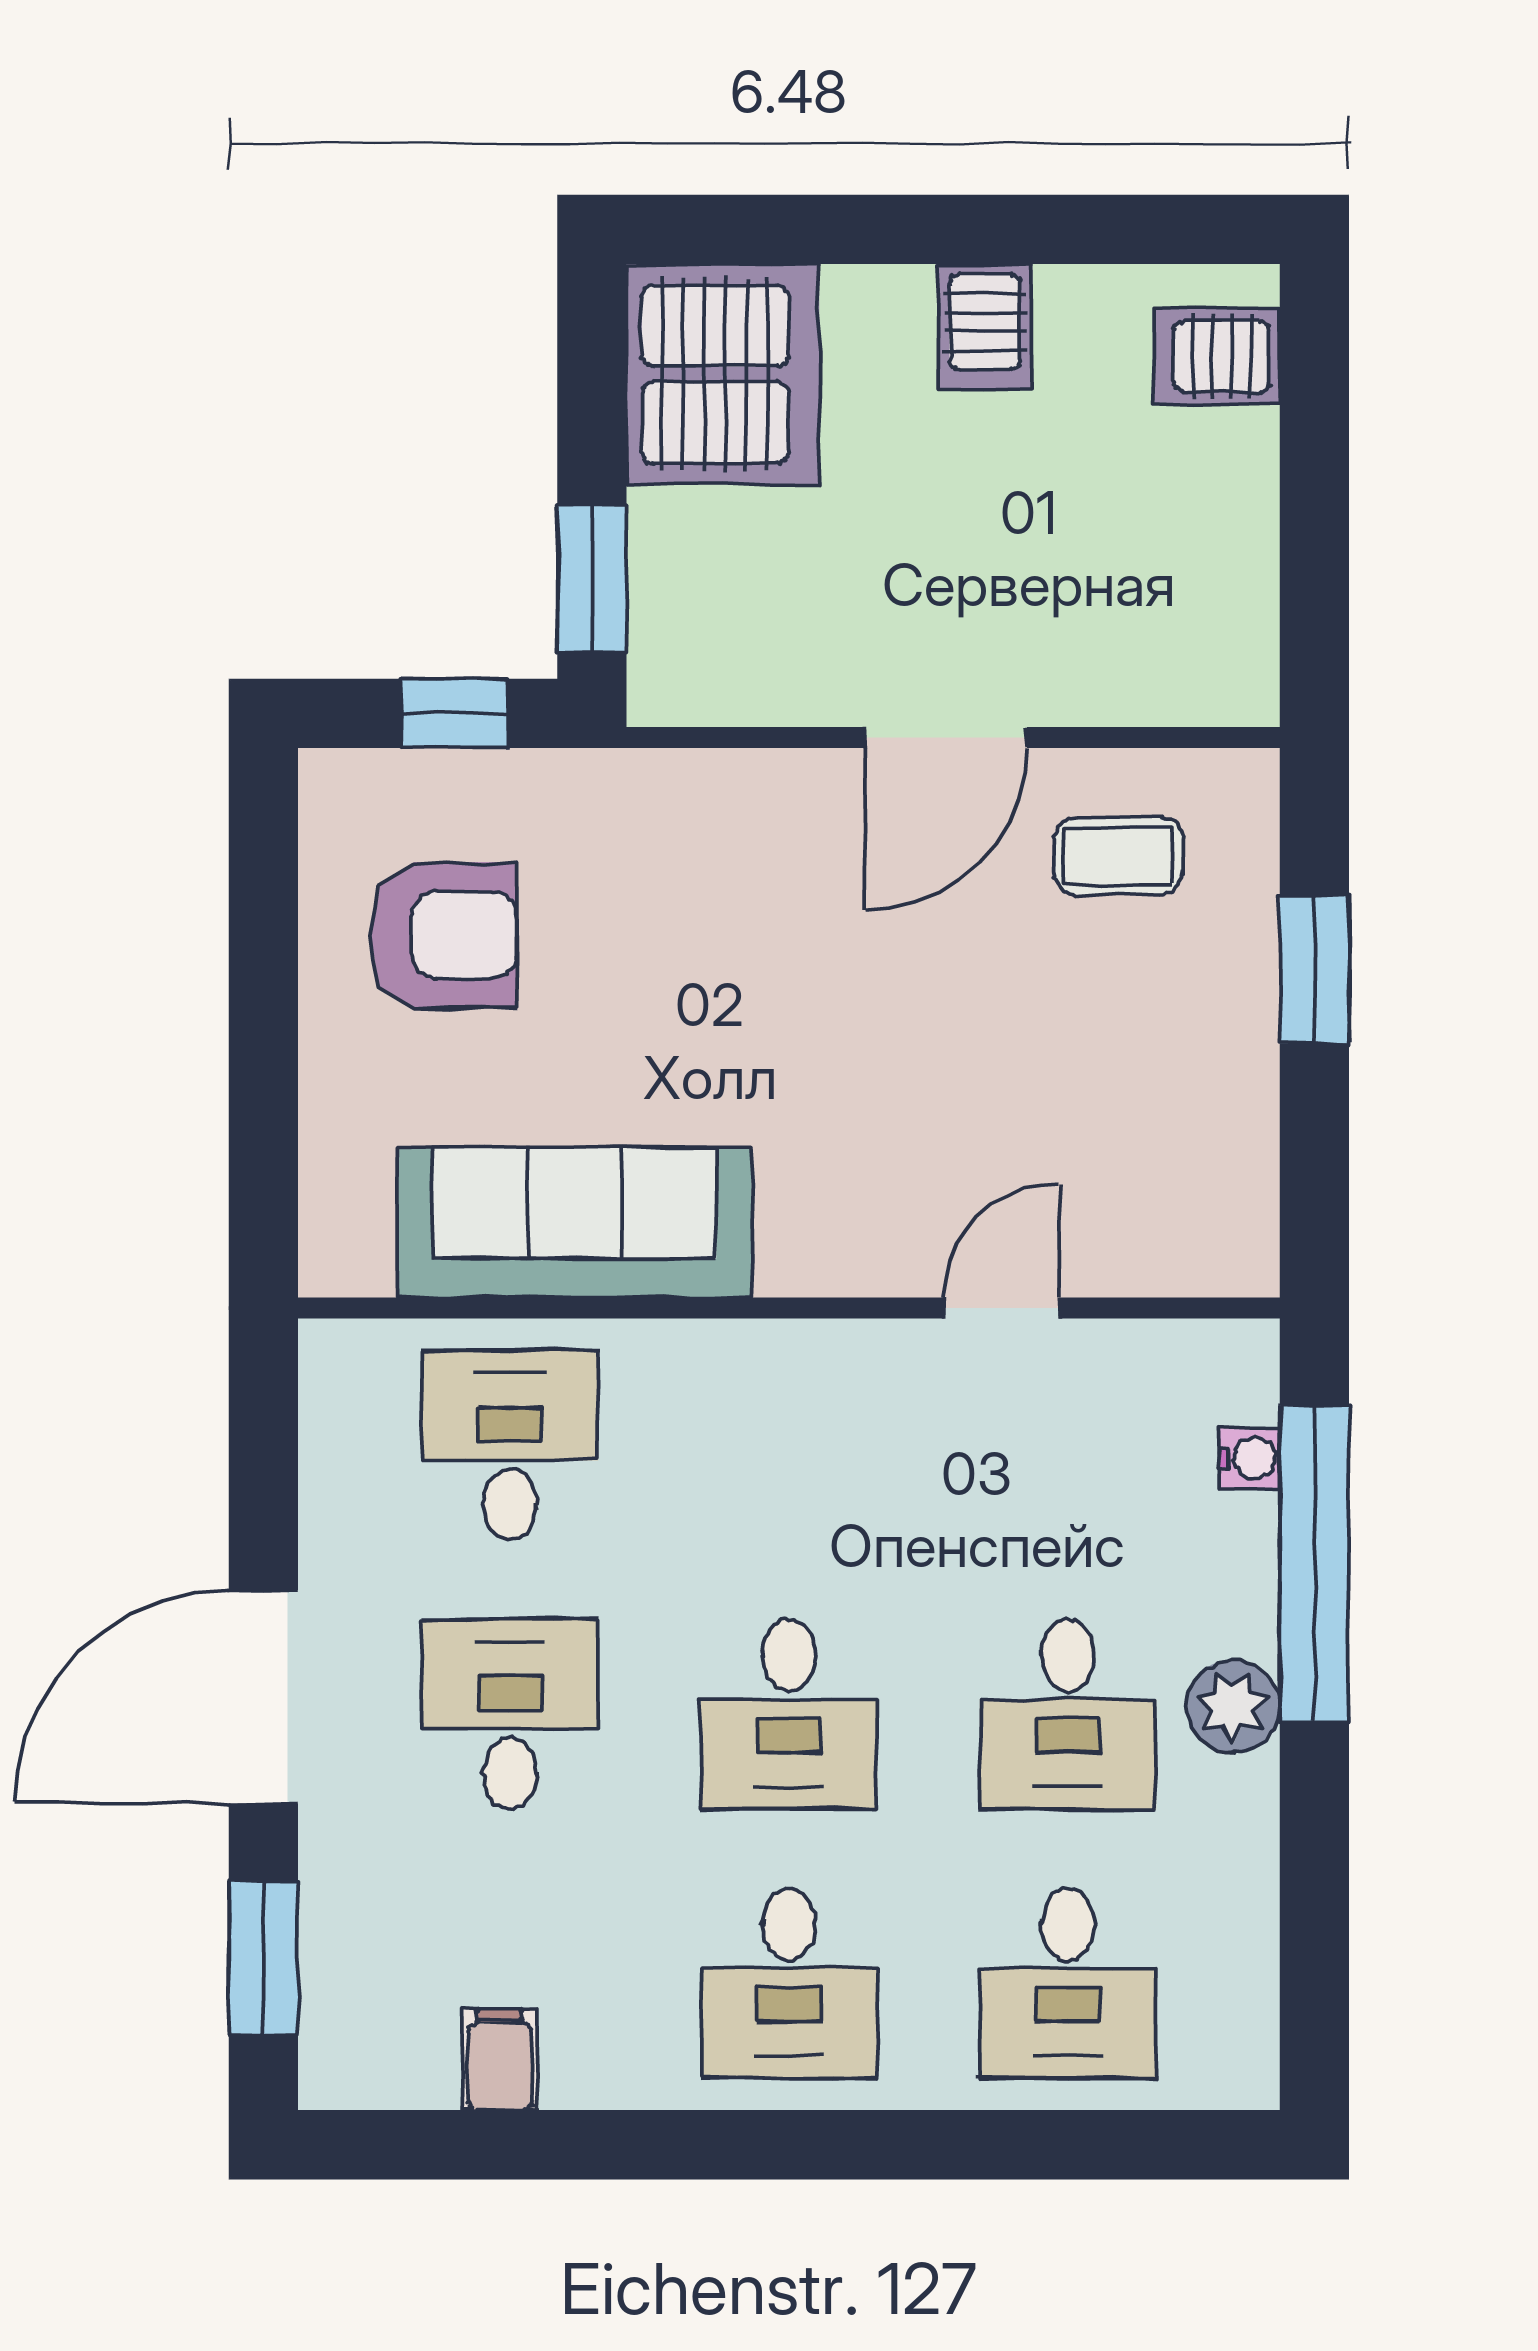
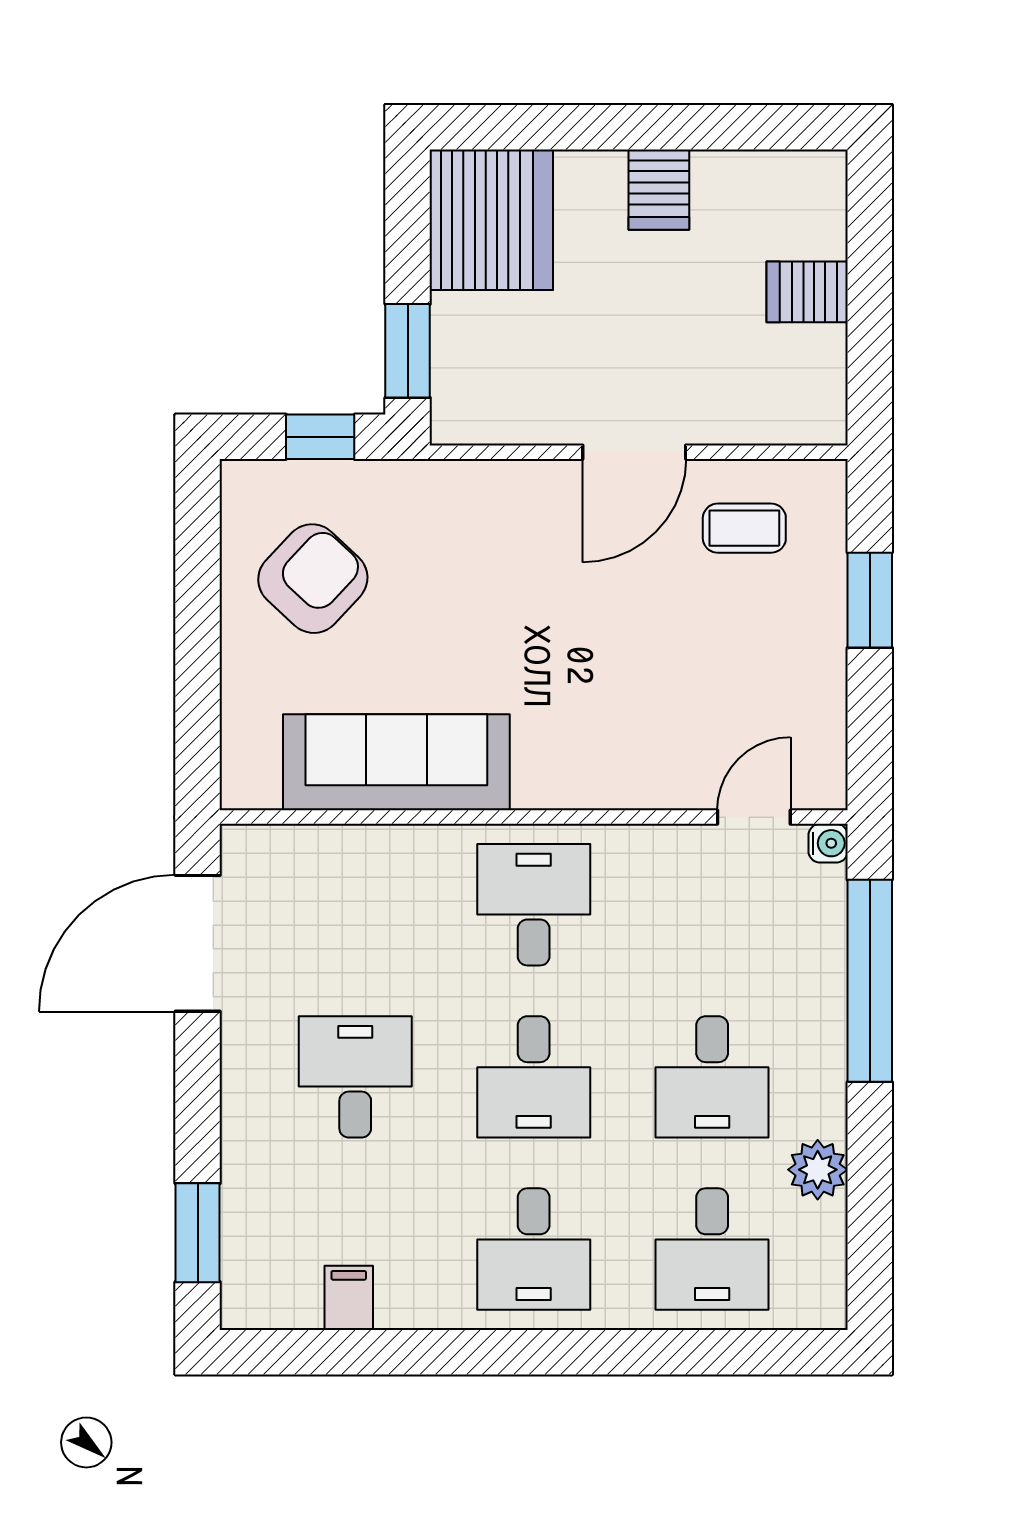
server rack: (1217, 356) -> (807, 292), moved
armchair: (444, 935) -> (313, 579), turned -47
door: (1001, 1308) -> (754, 817), moved
desk: (510, 1445) -> (534, 905), moved
water cooler: (1249, 1458) -> (828, 843), moved
door: (263, 1697) -> (198, 943), moved
plant: (1233, 1706) -> (818, 1170), moved

